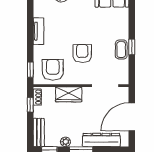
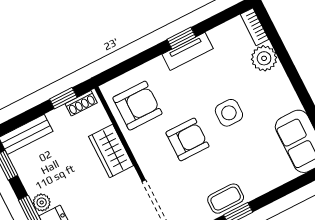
side table: (79, 26) -> (229, 113), added
window: (30, 70) -> (181, 38), moved
plant: (65, 142) -> (42, 202), moved

